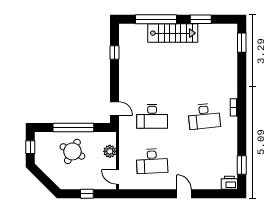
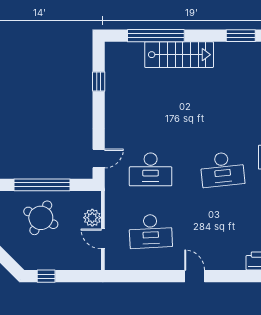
window: (201, 19) -> (241, 36), moved
door: (114, 108) -> (99, 159), hinge flipped
door: (117, 177) -> (103, 239), moved
window: (87, 194) -> (46, 276), moved

